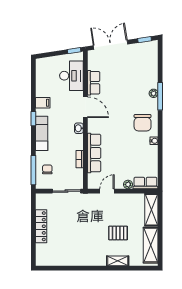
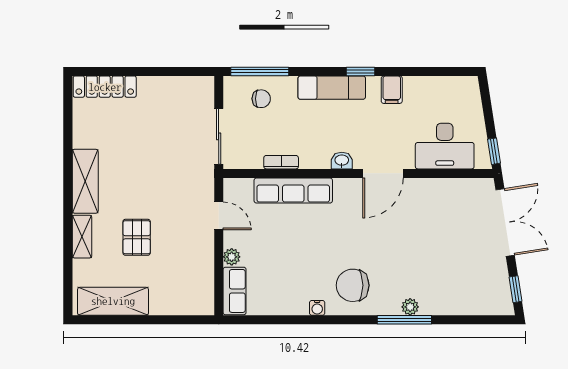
row of seats: (94, 83) -> (431, 189), removed
shelving: (151, 210) -> (85, 181), moved, turned 90
locker: (41, 226) -> (105, 87), moved

